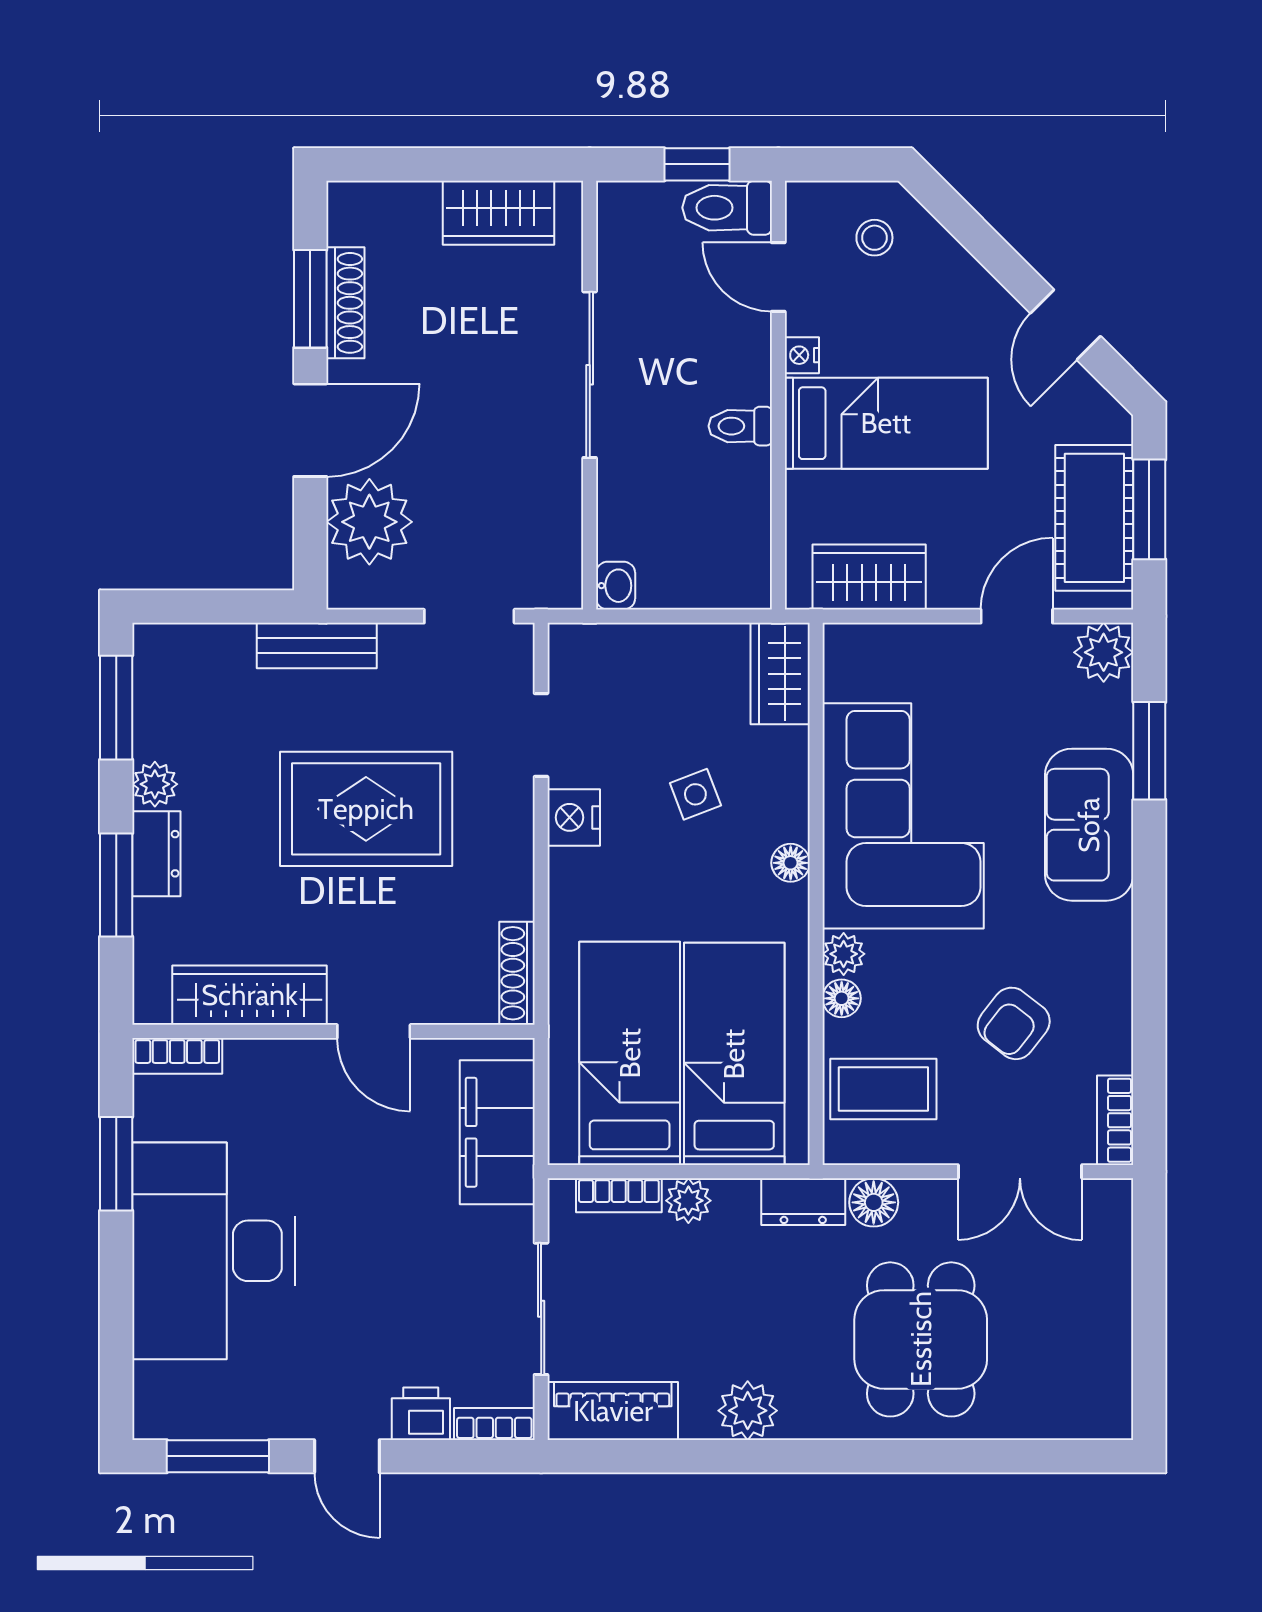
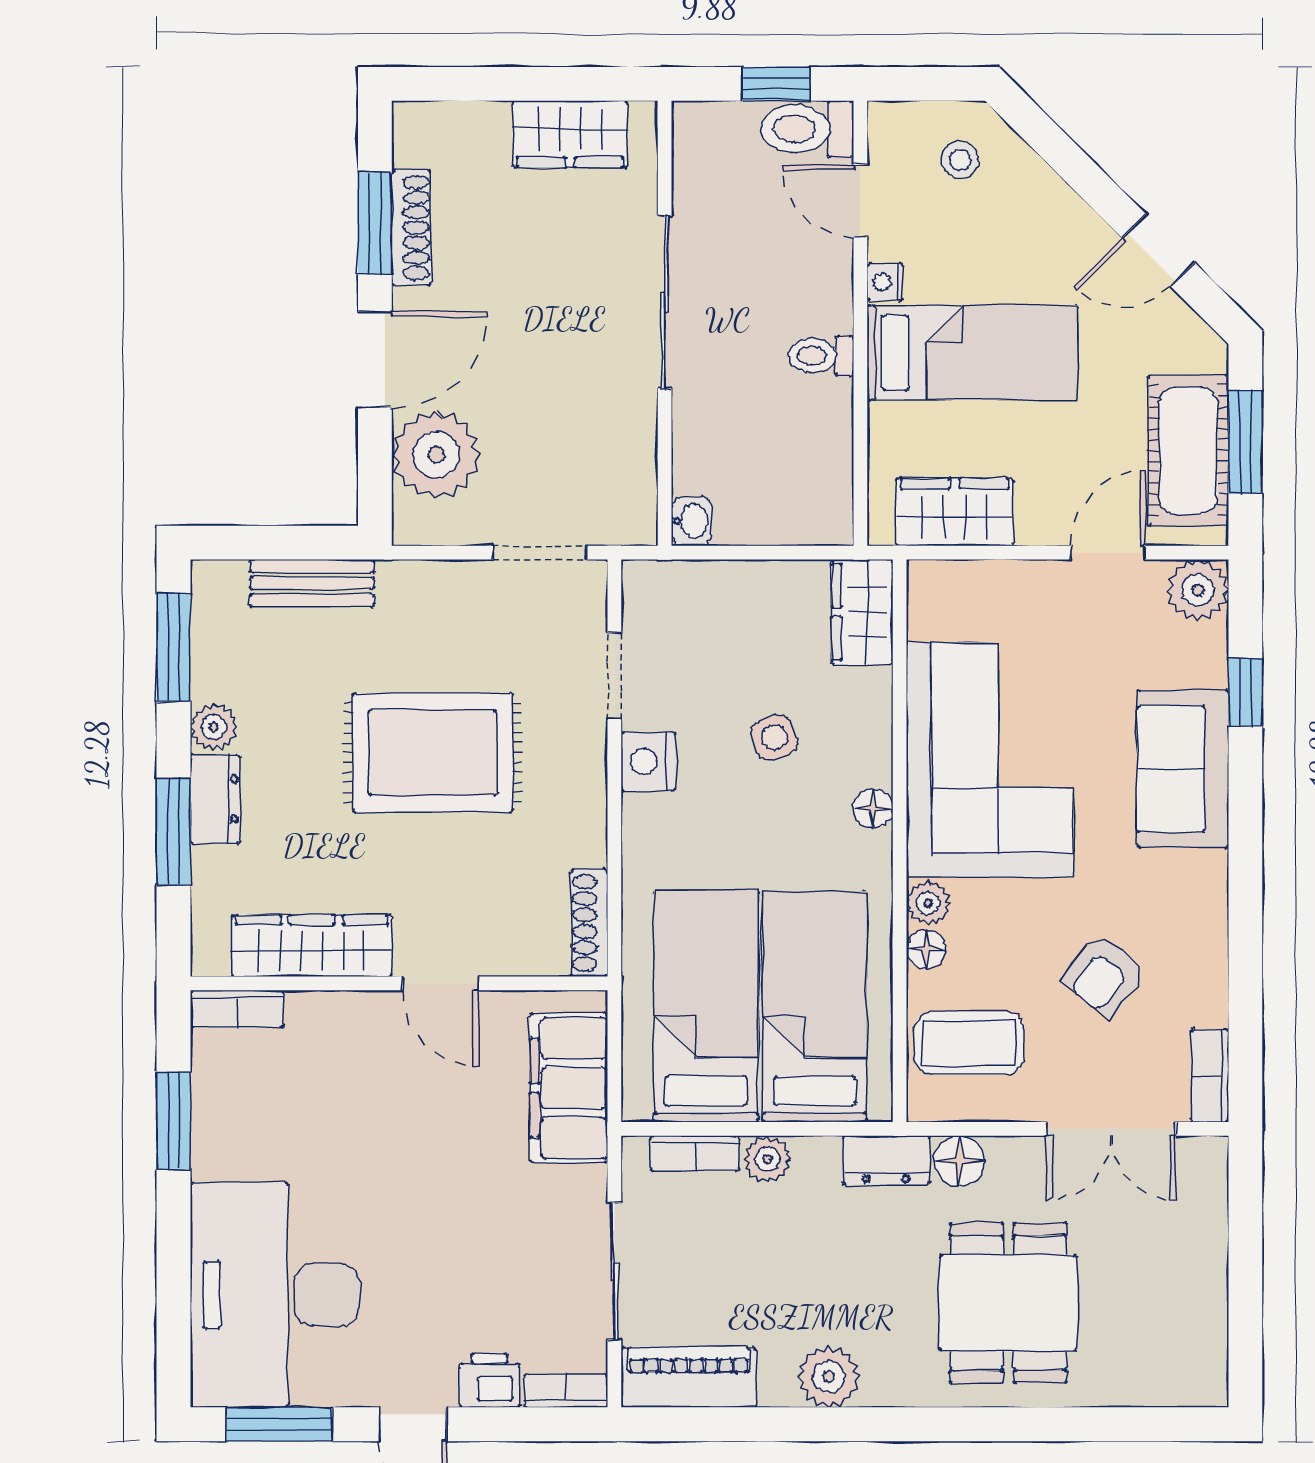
door: (1065, 325) -> (1158, 250), hinge flipped
bench: (317, 646) -> (312, 583), moved
window: (1149, 751) -> (1245, 692), width x0.67
desk: (214, 1251) -> (275, 1295), moved

